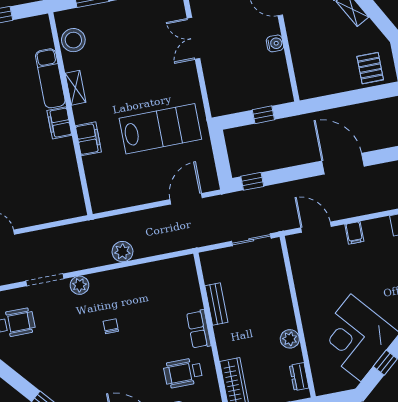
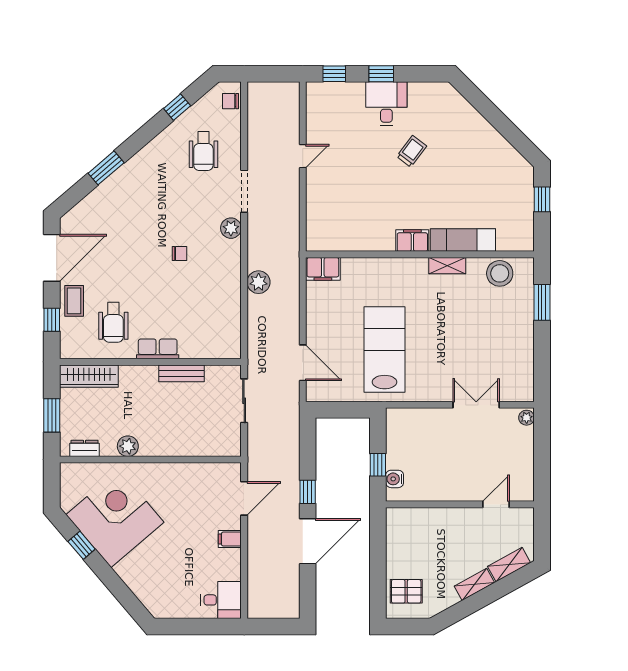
water cooler: (275, 43) -> (395, 479), moved, turned 90
lab bench: (160, 129) -> (384, 350), turned 180
filing cabinet: (88, 139) -> (323, 269), moved
window: (252, 181) -> (308, 492), moved
sliding door: (251, 240) -> (244, 401), moved
wheelchair: (183, 373) -> (113, 322), turned 180

